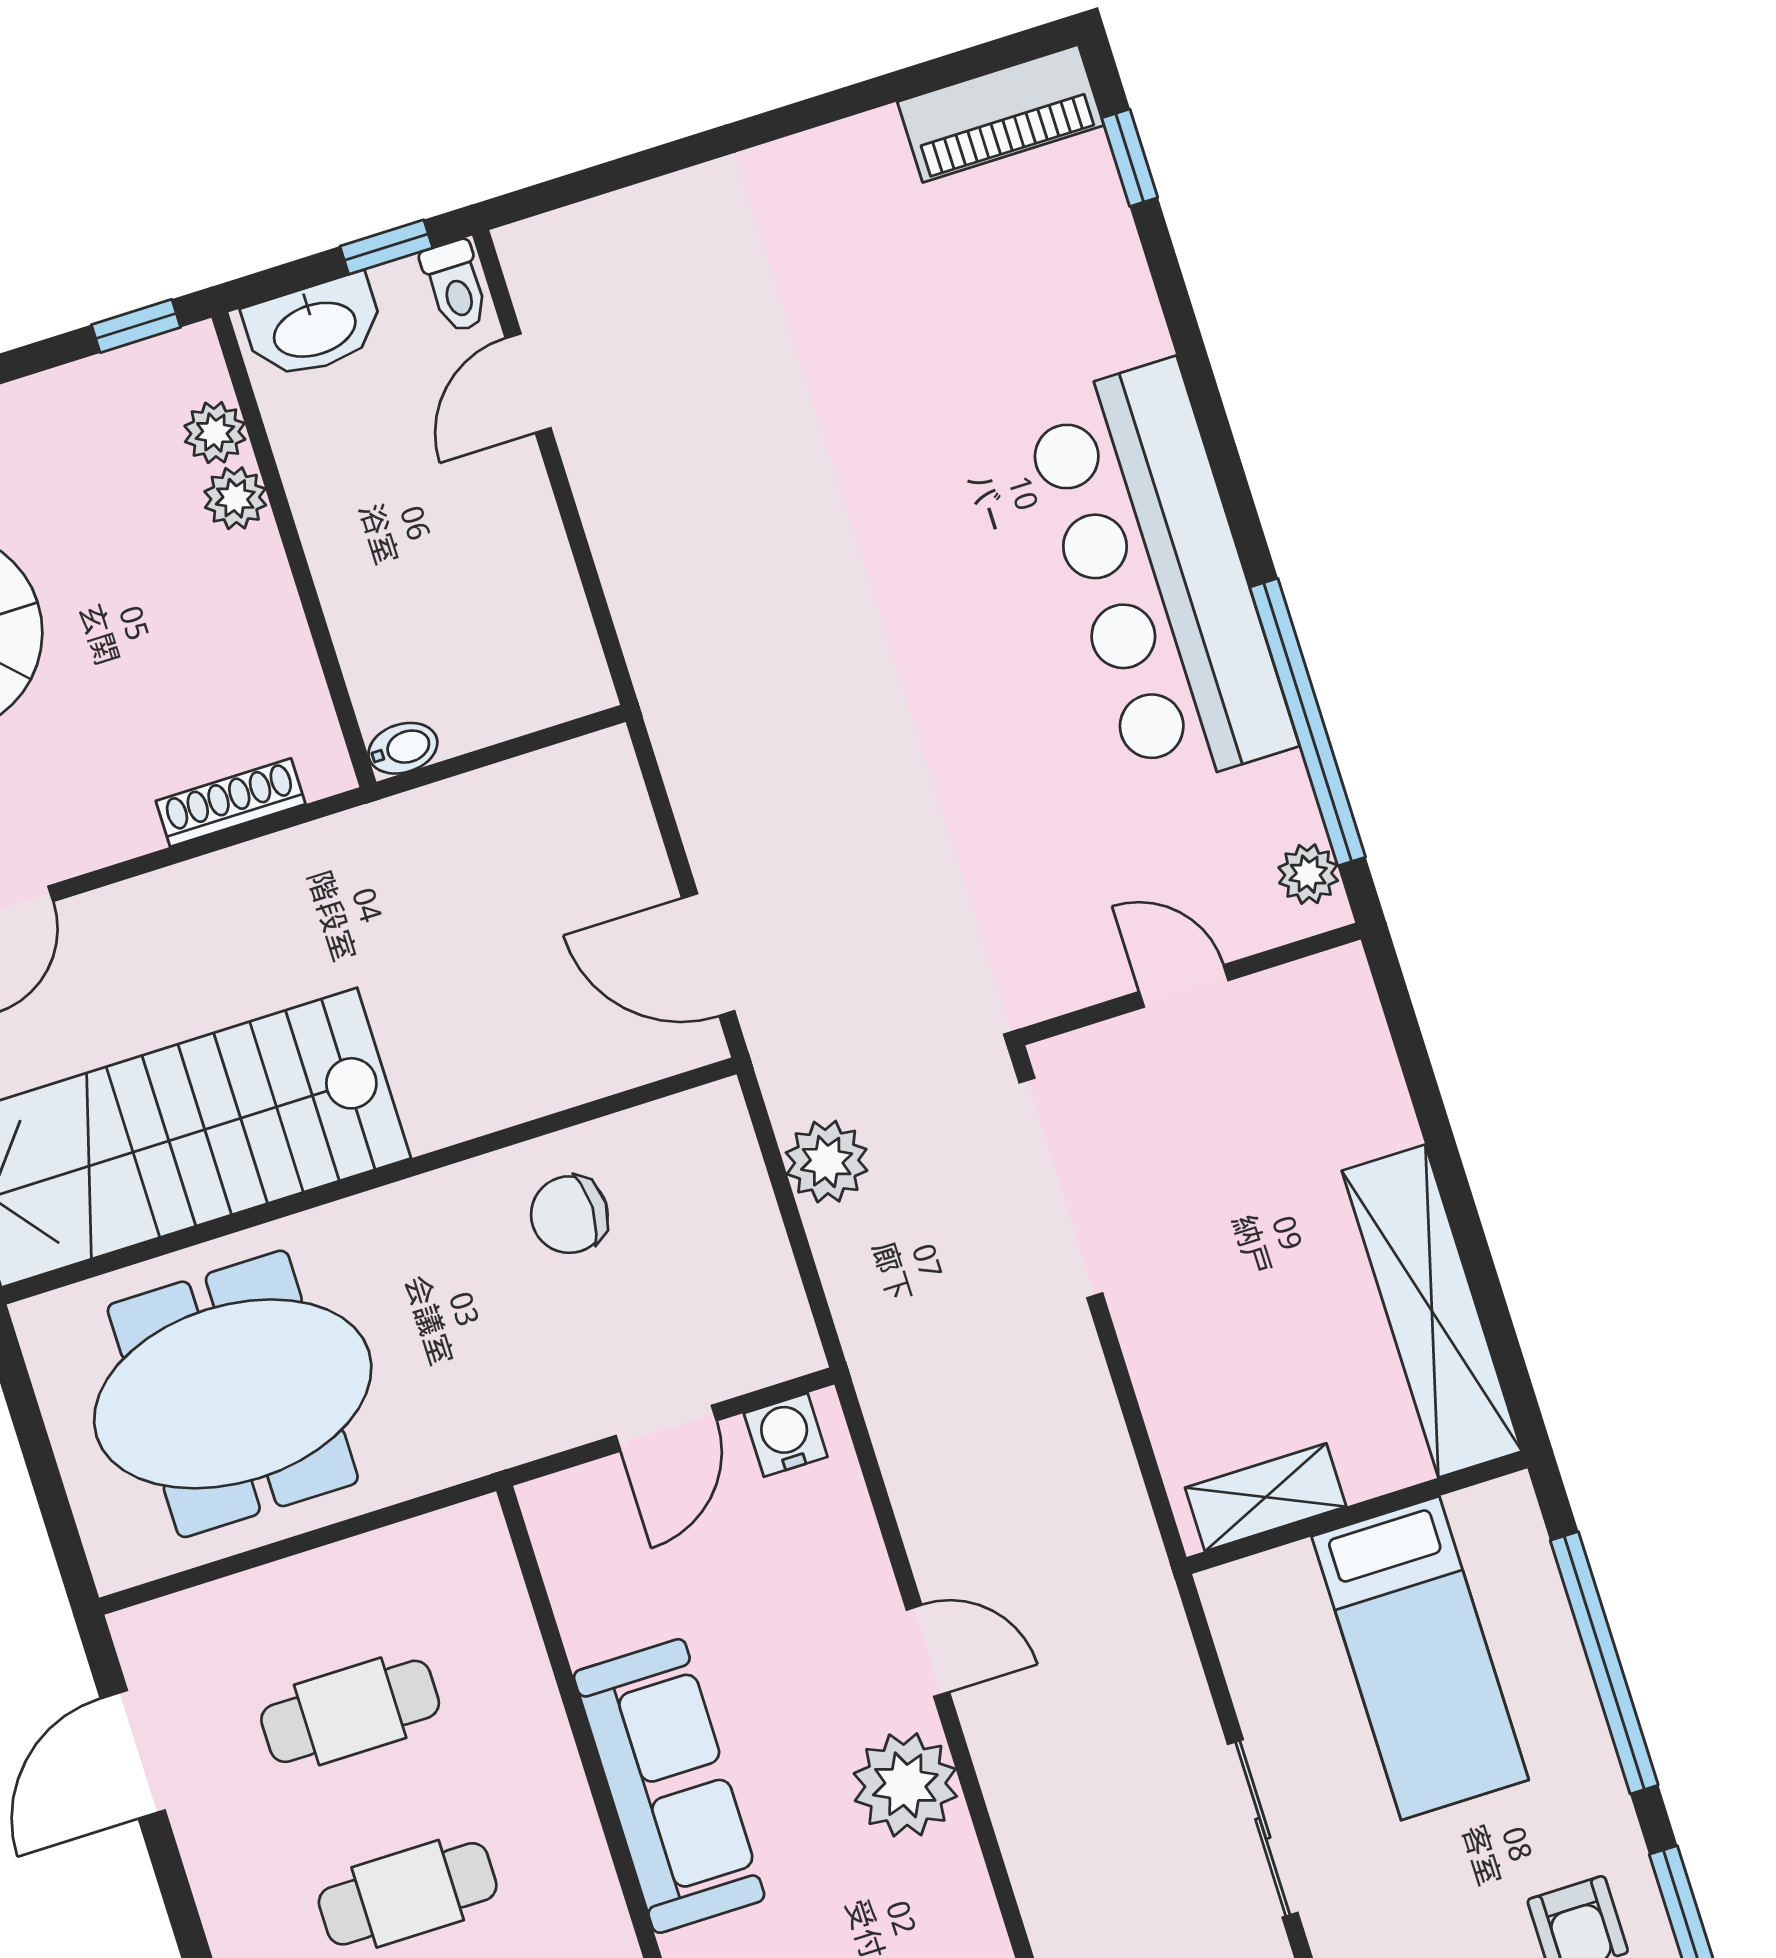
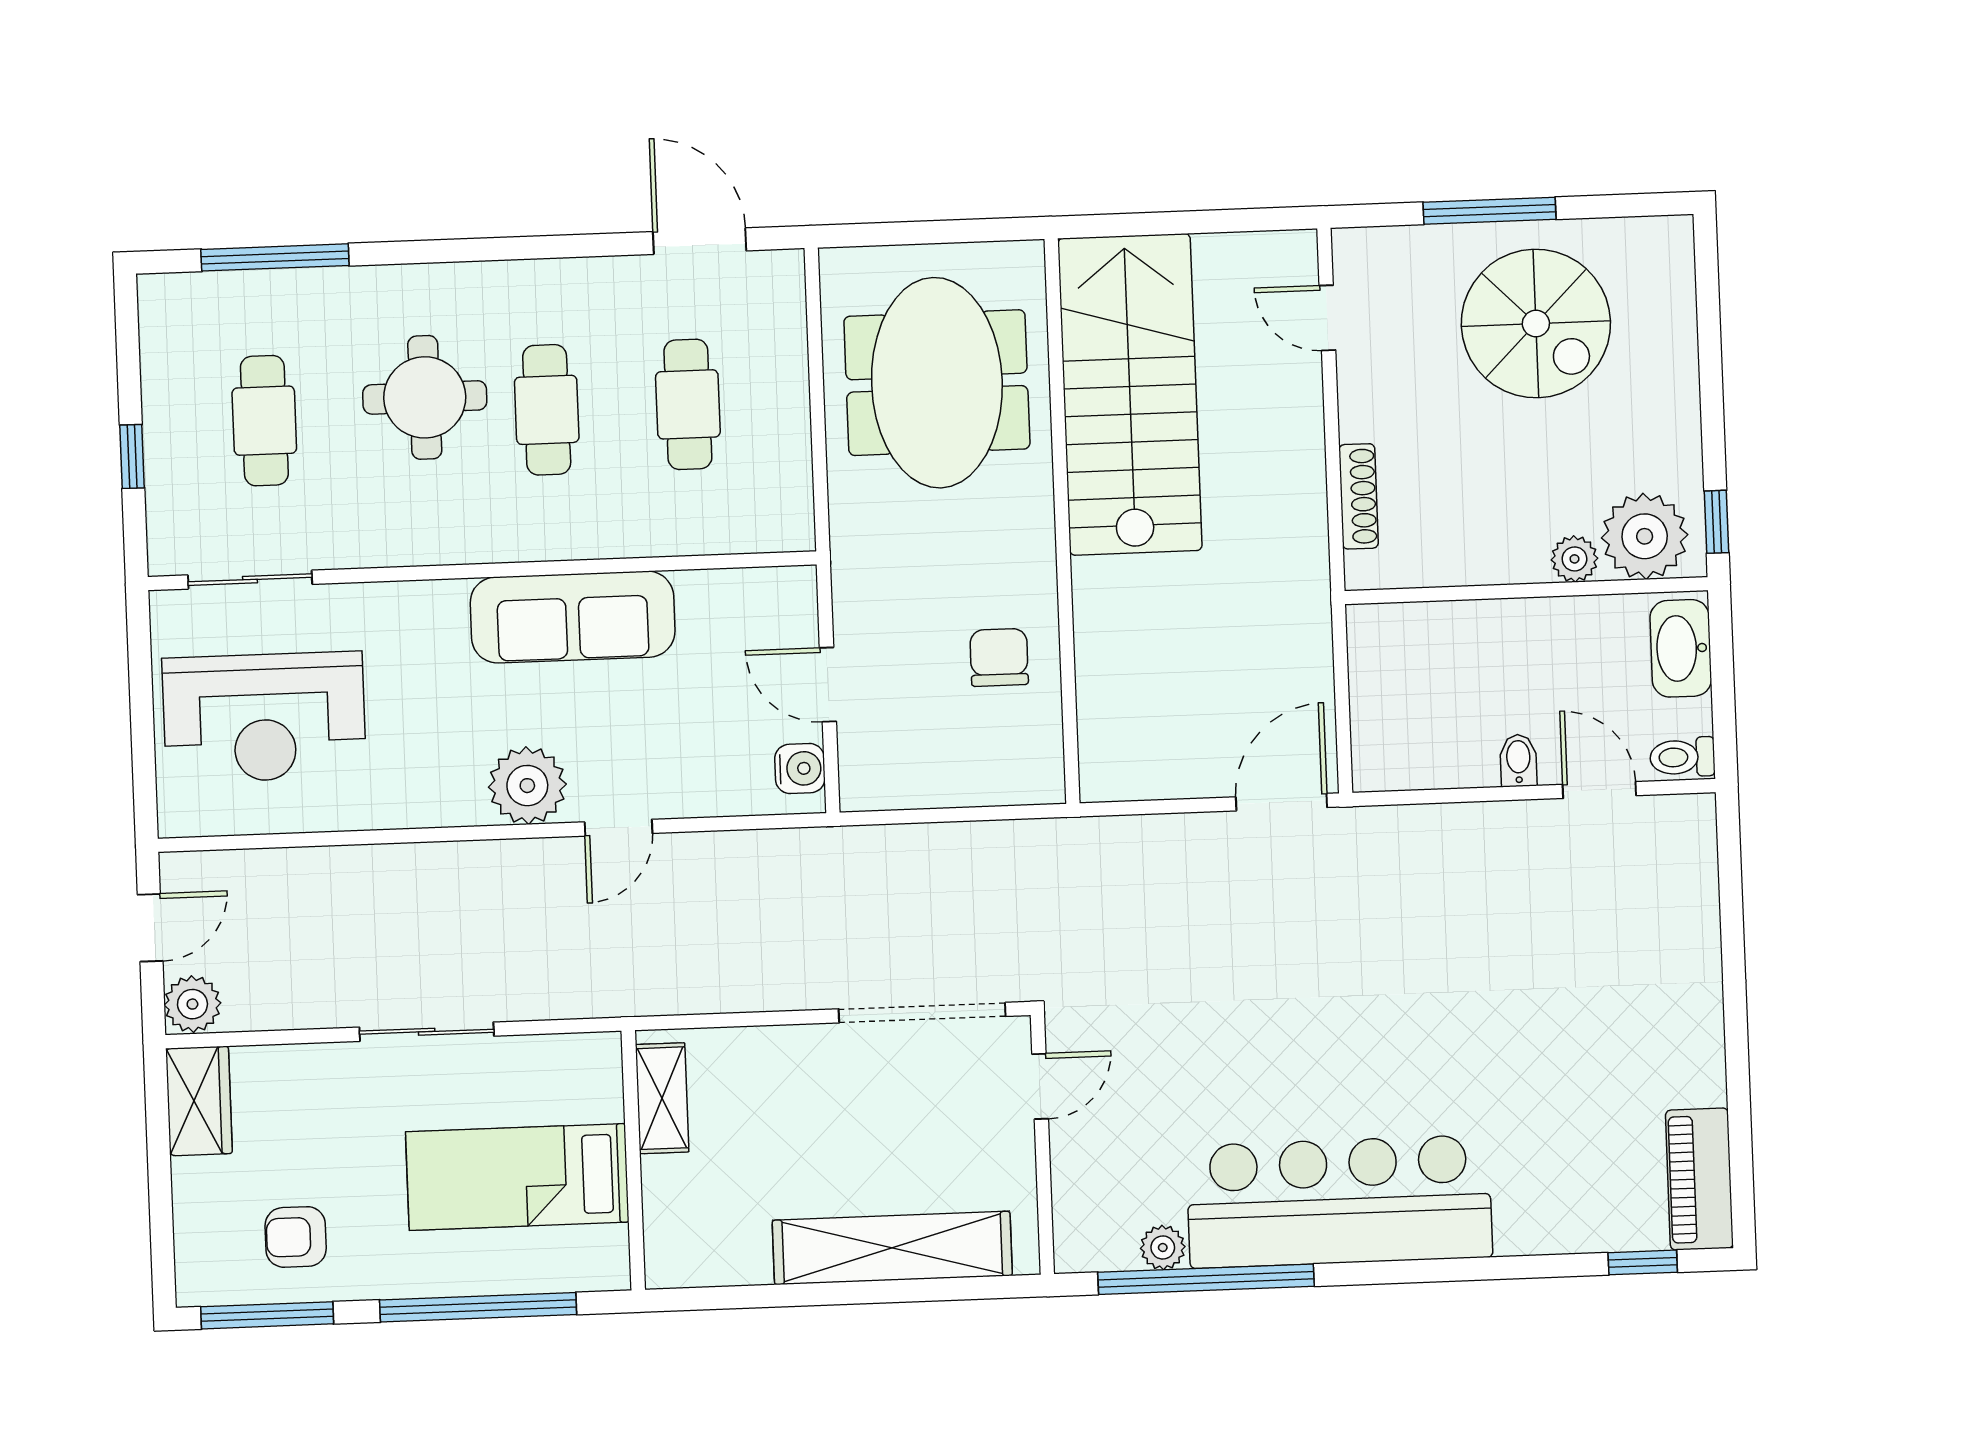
window: (386, 247) -> (1724, 715), removed
plant: (215, 433) -> (1645, 536), width x1.88, depth x1.88
bidet: (403, 748) -> (1518, 760), moved, turned 180
plant: (1308, 874) -> (1163, 1247), moved
door: (708, 955) -> (1281, 802), moved
door: (1184, 986) -> (1040, 1086), moved
plant: (827, 1162) -> (987, 851), removed
shelving: (1432, 1311) -> (892, 1248), moved

